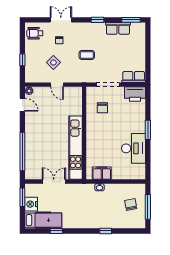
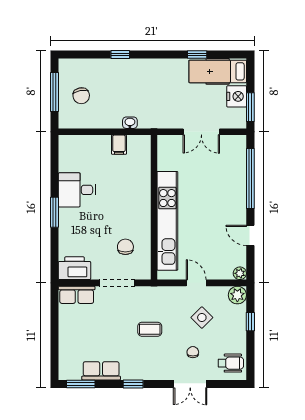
plant: (31, 77) -> (237, 295), added
door: (22, 105) -> (250, 235), moved
kitchen unit: (75, 148) -> (167, 221), moved
desk: (133, 148) -> (77, 190), width x0.73
filing cabinet: (102, 173) -> (119, 145), width x0.50

